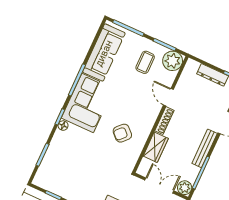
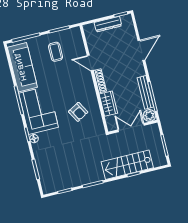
plant: (173, 61) -> (73, 36), removed
armchair: (122, 133) -> (78, 112), turned -73
bench: (205, 148) -> (145, 92), moved

